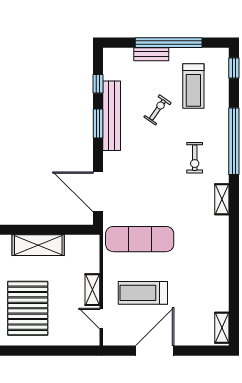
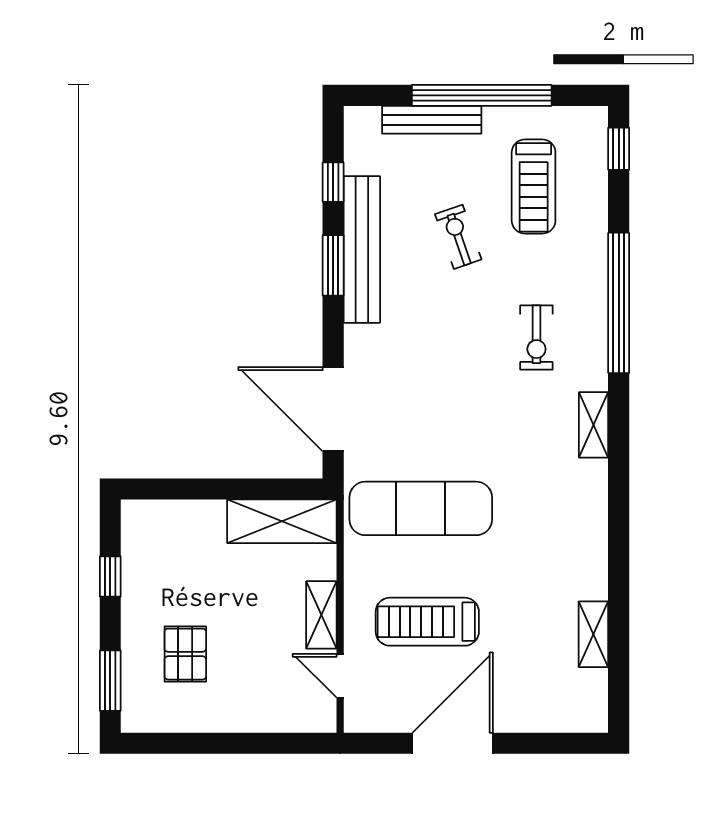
bench: (151, 54) -> (432, 120), width x1.36
exercise bike: (158, 110) -> (458, 237), turned -54
shelving: (38, 245) -> (282, 521), moved
pallet: (28, 308) -> (185, 654), width x0.49, depth x0.50
shelving: (222, 328) -> (593, 634), moved

